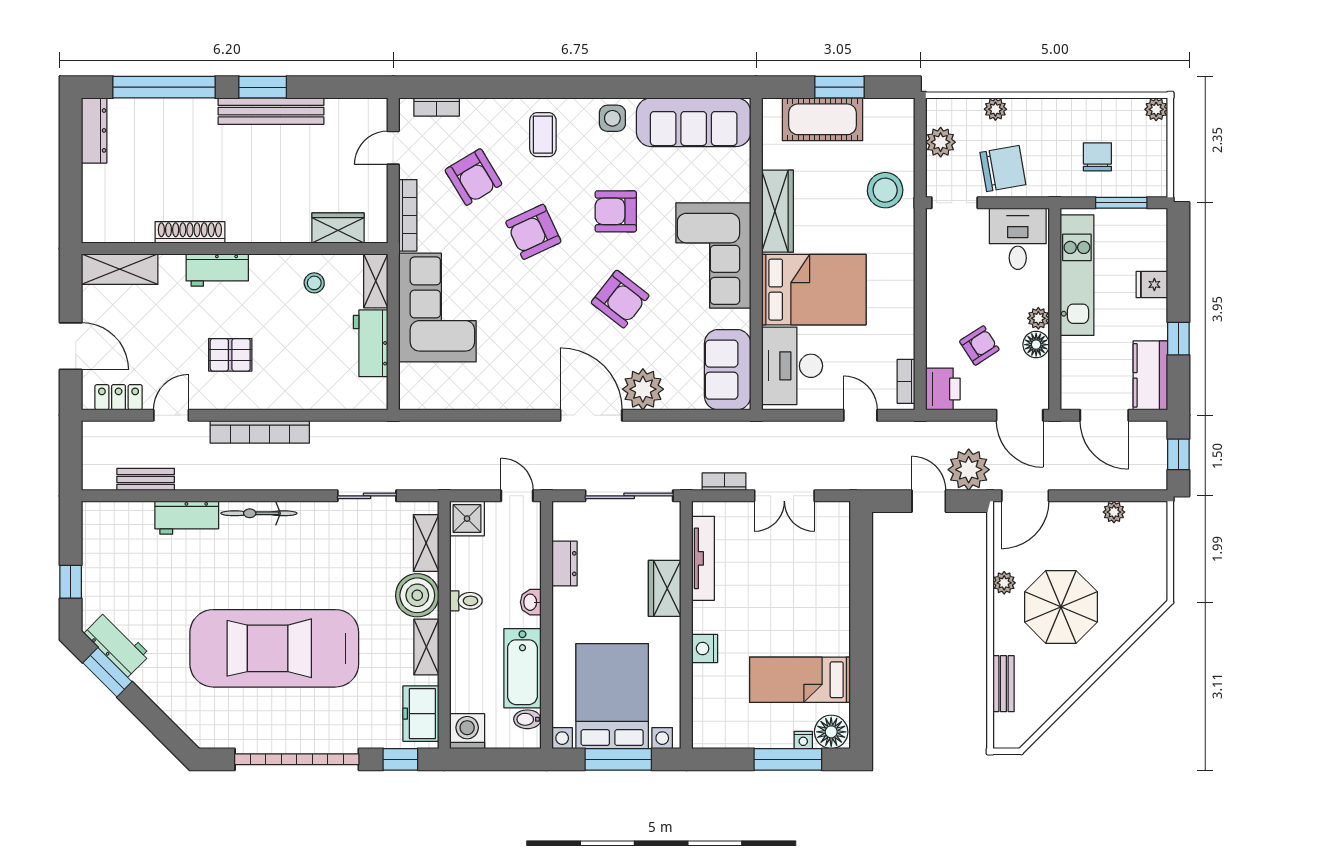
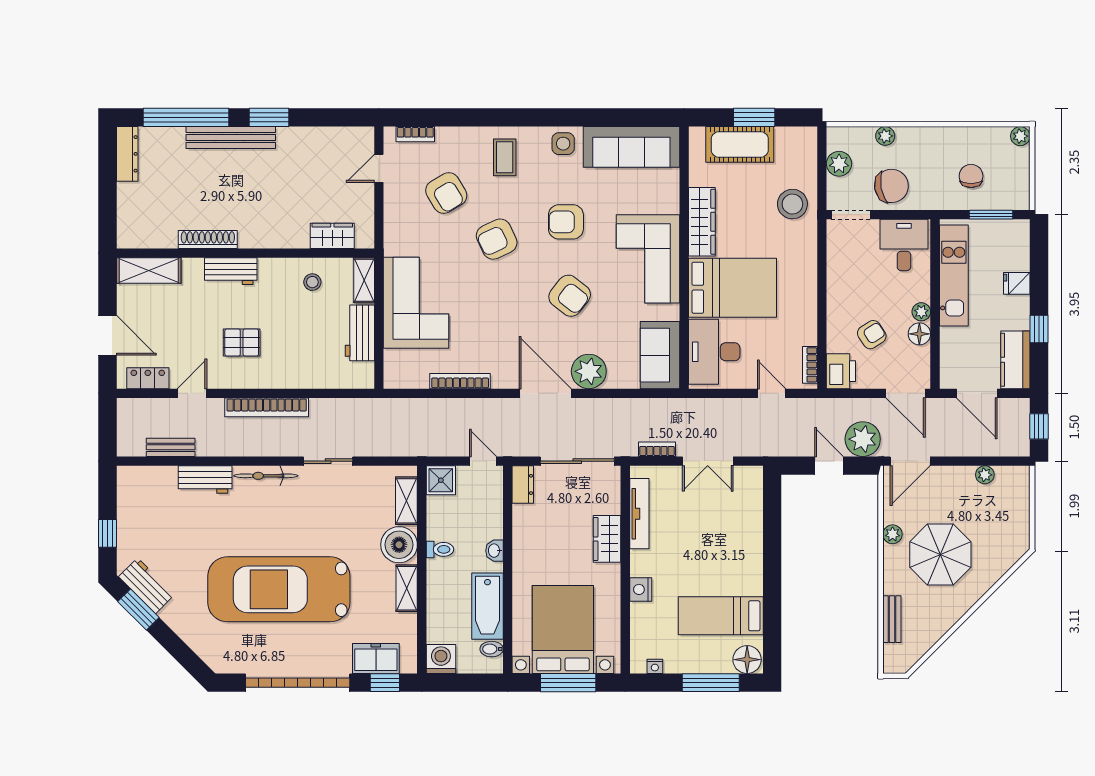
bench: (271, 111) -> (231, 138), moved
bookcase: (408, 215) -> (460, 381), moved, turned -90
sliding door: (367, 496) -> (328, 461), moved
dresser: (564, 564) -> (523, 484), moved
freezer: (421, 714) -> (376, 659), moved, turned 90
nightstand: (803, 740) -> (655, 666), moved

